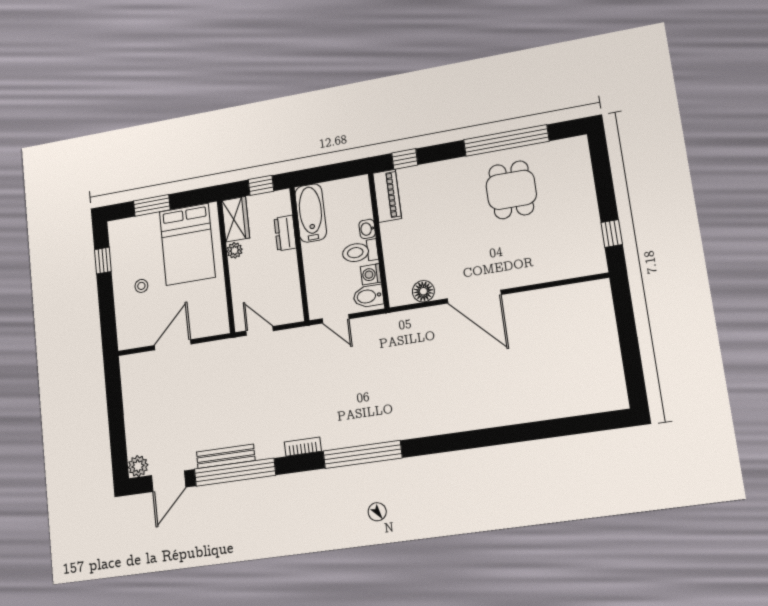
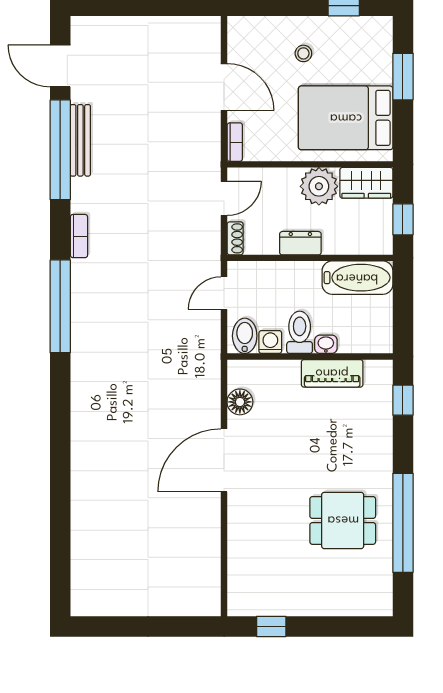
piano: (387, 196) -> (332, 373), moved
dresser: (285, 233) -> (300, 243), moved
plant: (235, 250) -> (319, 186), width x1.88, depth x1.88
shoe rack: (290, 317) -> (235, 238), added
bookcase: (215, 329) -> (235, 142), added
plant: (138, 466) -> (83, 29), removed

